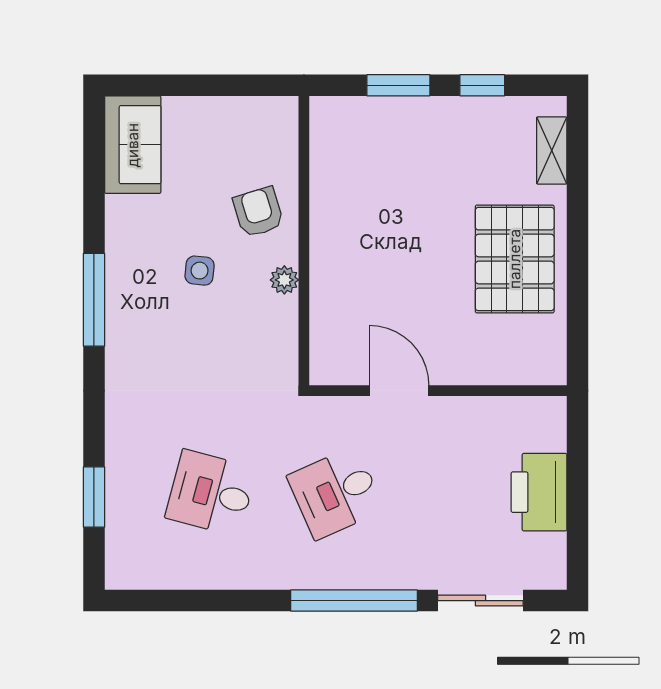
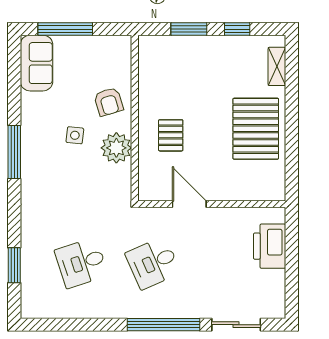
window: (183, 85) -> (65, 29), added
armchair: (258, 212) -> (109, 102), turned 180
pallet: (367, 270) -> (171, 135), added
plant: (284, 280) -> (116, 148), width x1.87, depth x1.87
printer: (539, 492) -> (270, 246), moved
desk: (211, 493) -> (81, 263), turned -33

